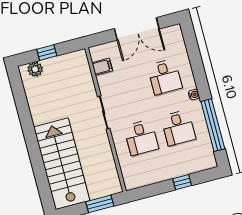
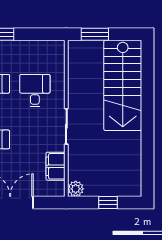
filing cabinet: (102, 67) -> (55, 166), width x2.00
plant: (35, 69) -> (76, 189), moved

